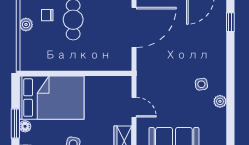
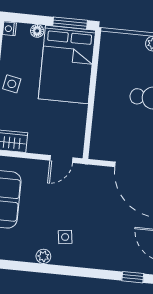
door: (134, 107) -> (61, 159), moved
window: (15, 123) -> (70, 23), moved

